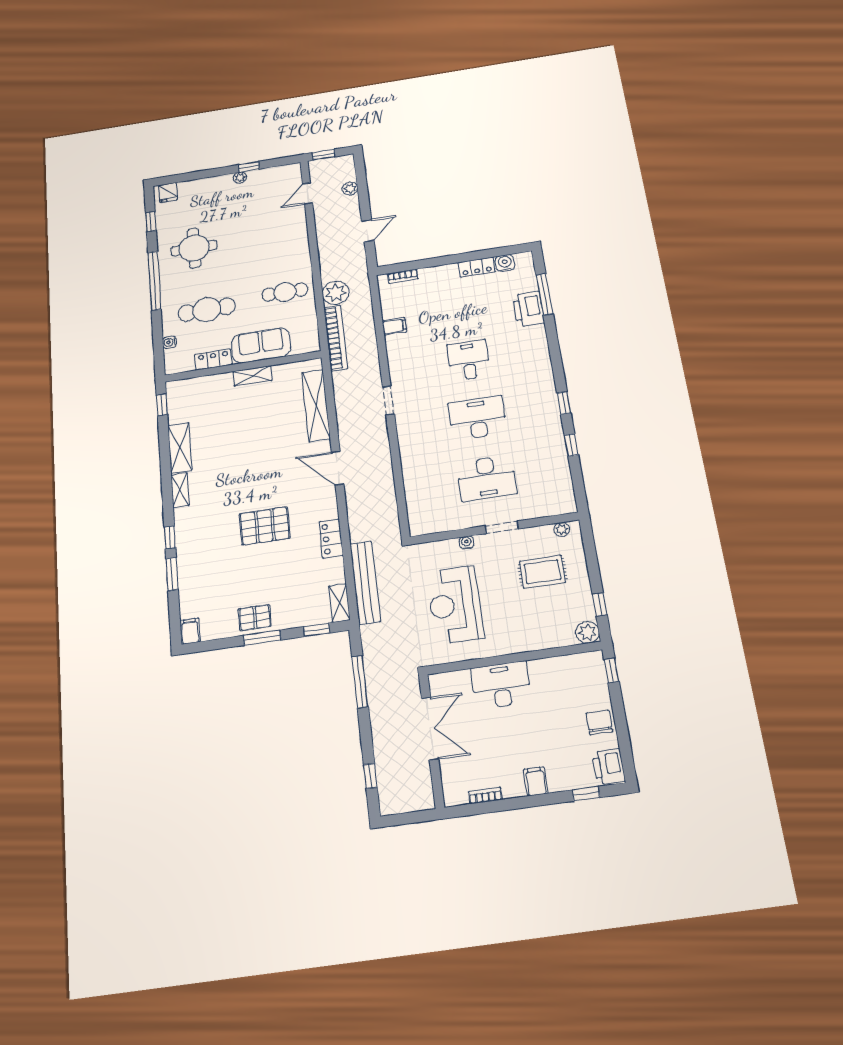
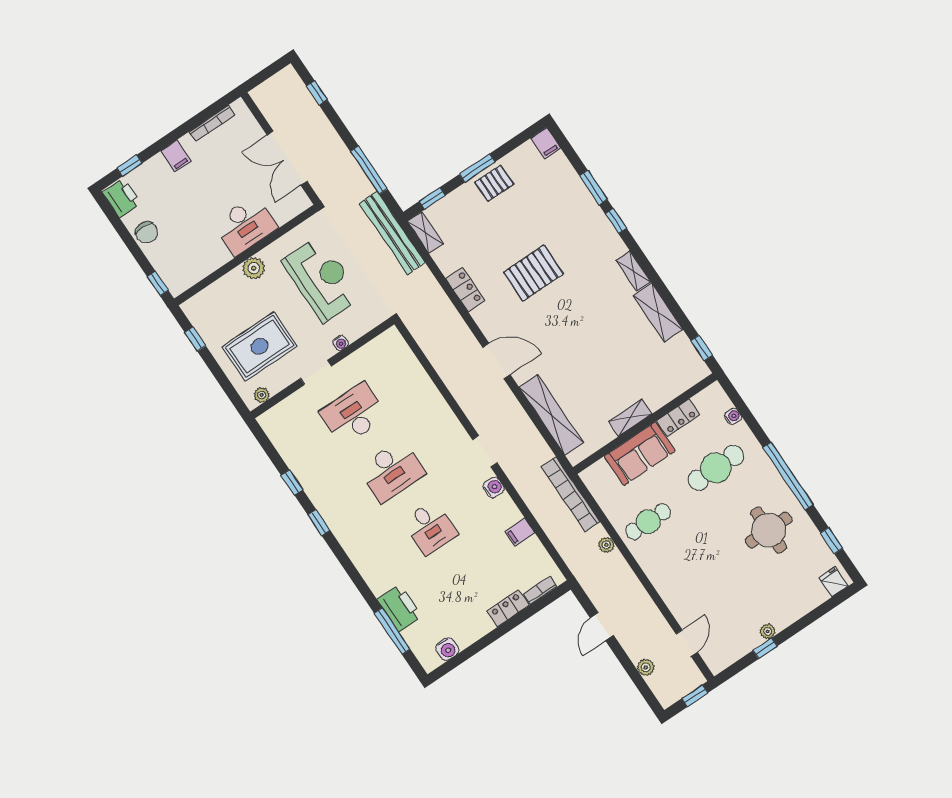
locker: (477, 267) -> (508, 608), moved
plant: (336, 293) -> (606, 545), width x0.53, depth x0.53
water cooler: (397, 369) -> (494, 487), added
rug: (542, 572) -> (259, 346), width x1.36, depth x1.43
bench: (365, 582) -> (392, 233), moved
plant: (587, 632) -> (254, 268), moved
bookcase: (485, 796) -> (212, 123), width x1.56

